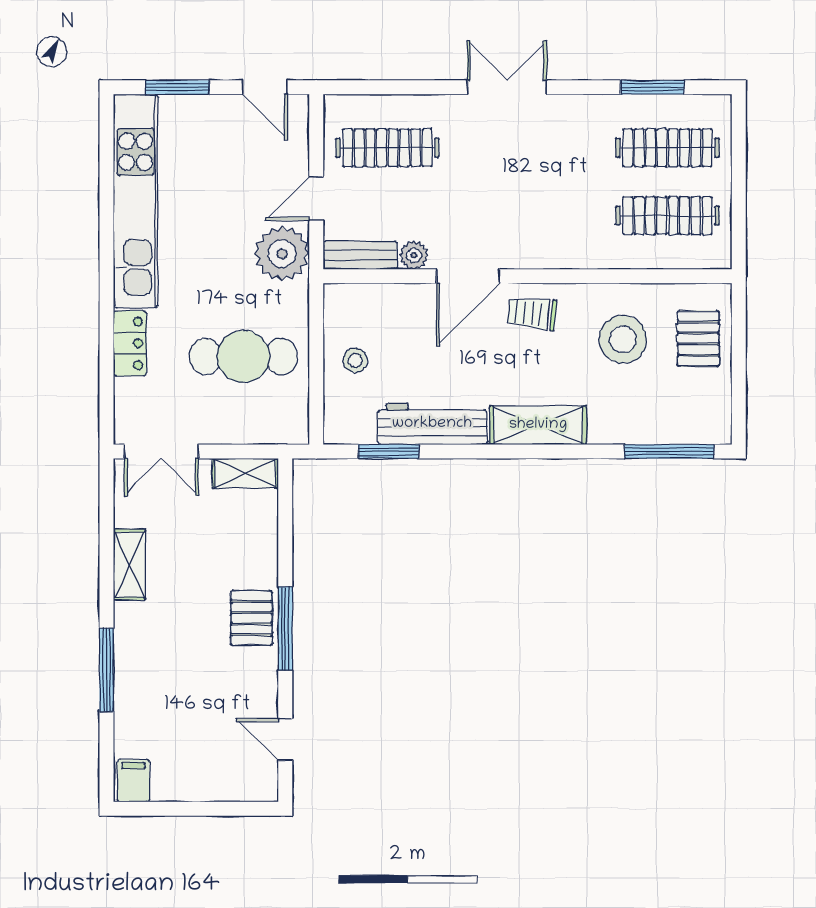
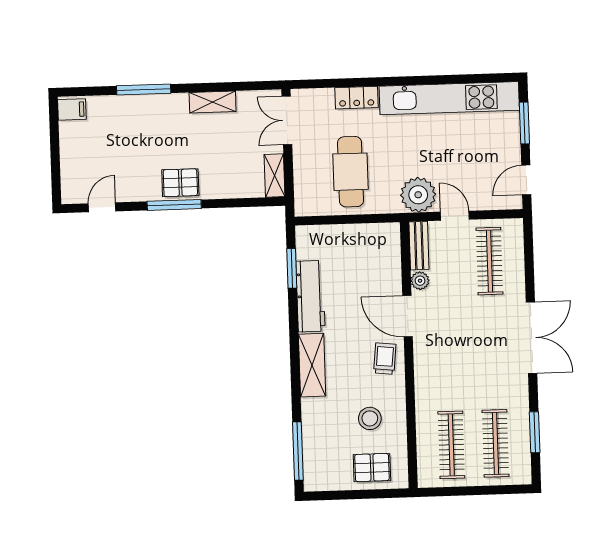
double door: (507, 87) -> (531, 338), width x1.37
stool: (623, 339) -> (370, 418), width x0.73, depth x0.73
stool: (355, 360) -> (350, 245), removed

